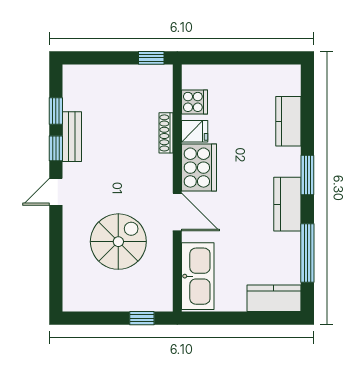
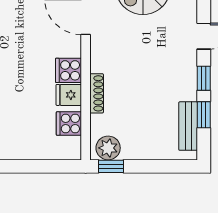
plant: (154, 77) -> (108, 148), added
bench: (72, 137) -> (188, 126), moved
cooker: (199, 168) -> (68, 70), width x0.53, depth x0.76

